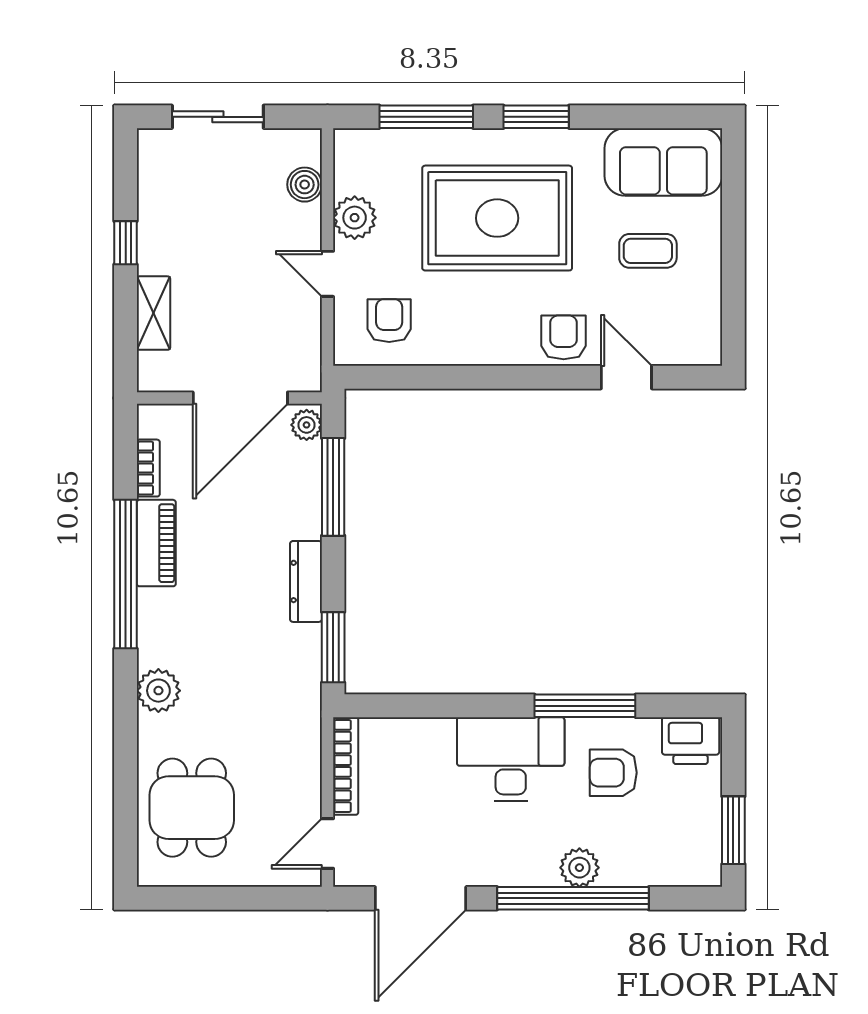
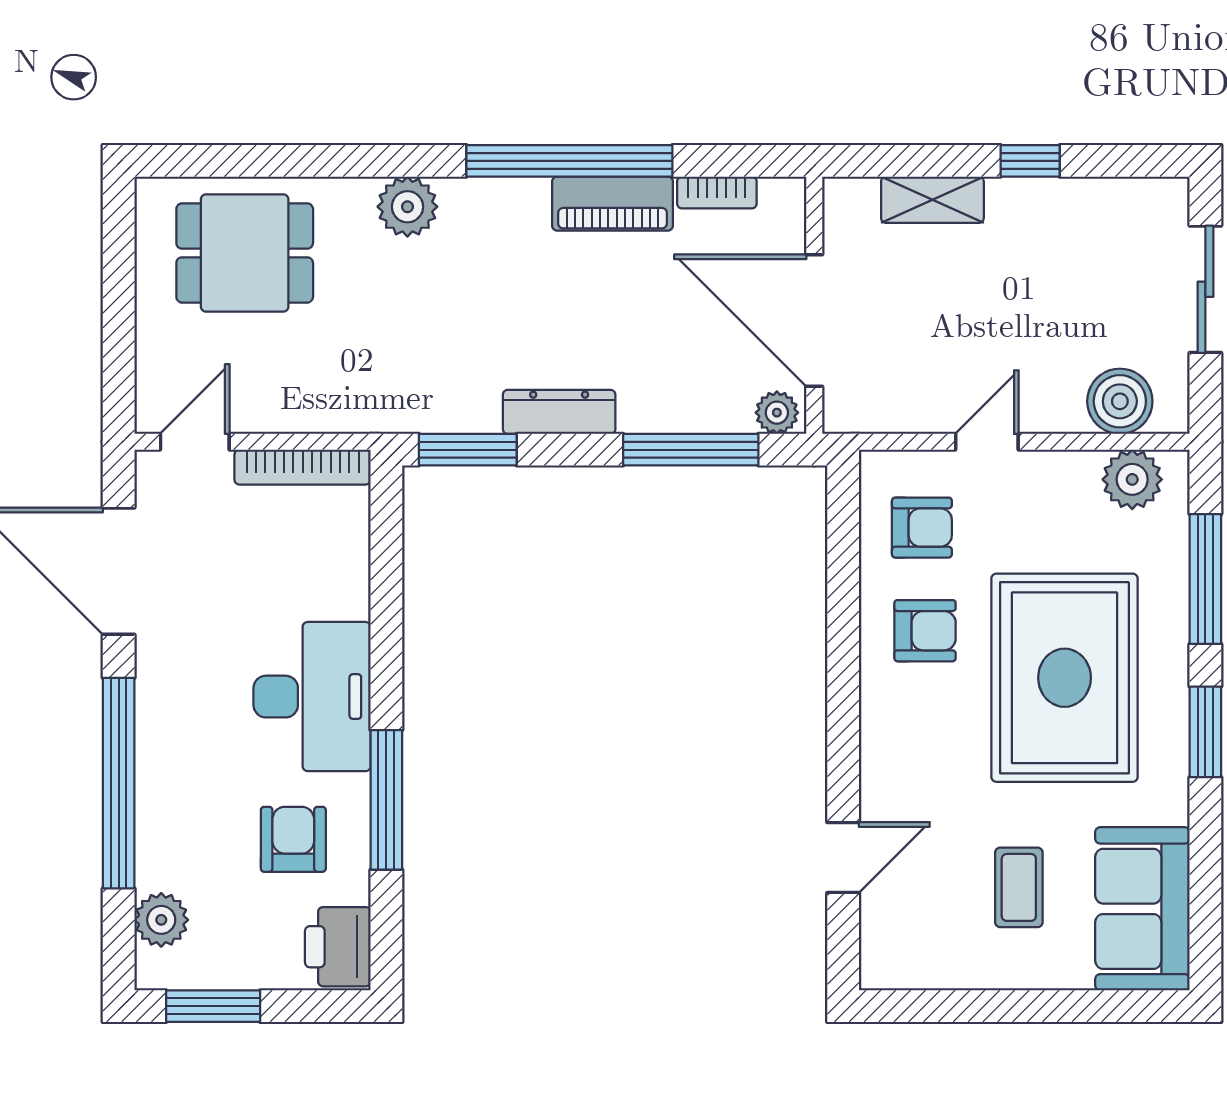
boiler: (305, 185) -> (1120, 401), width x1.36, depth x1.36
plant: (355, 218) -> (1132, 479), moved
armchair: (564, 337) -> (925, 631), moved
door: (327, 843) -> (195, 442), hinge flipped
plant: (579, 868) -> (161, 920), moved

